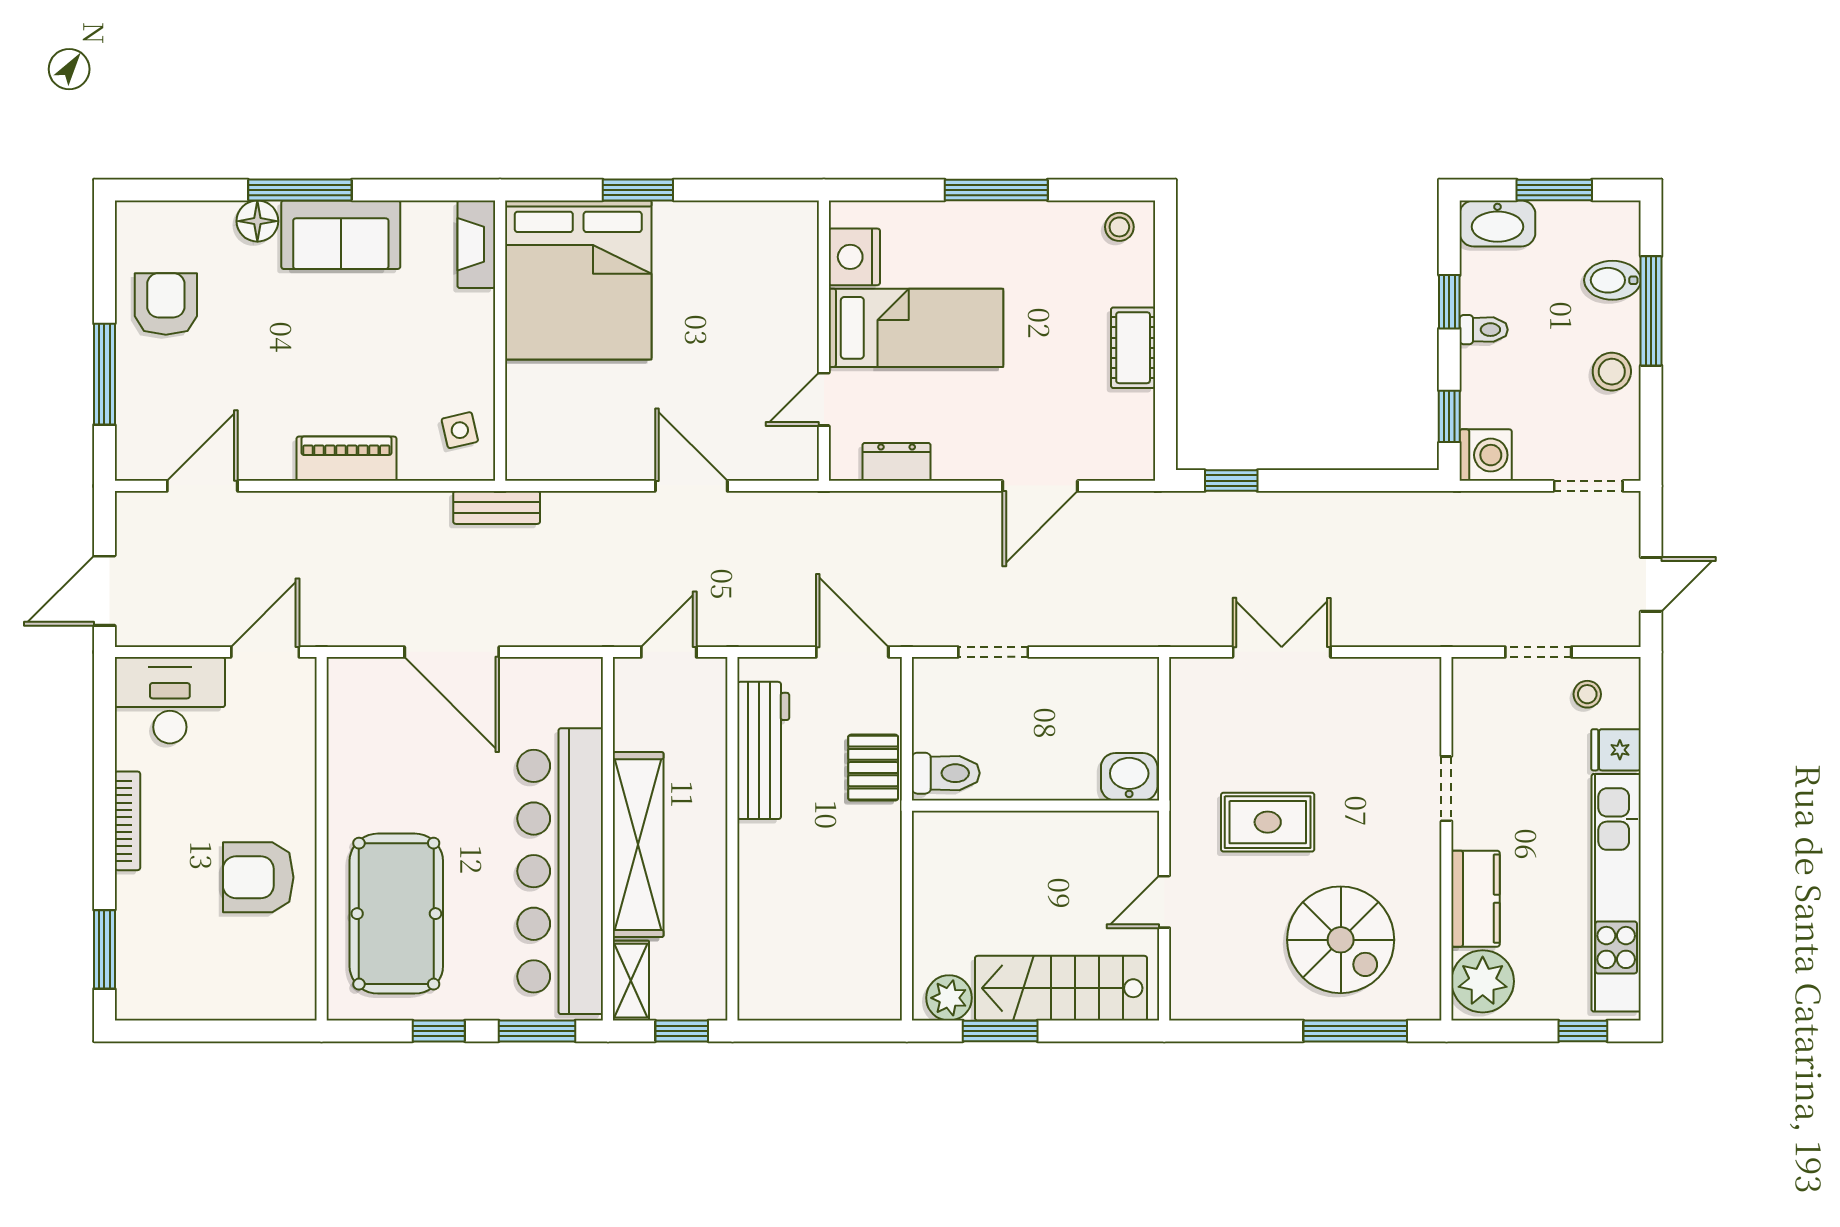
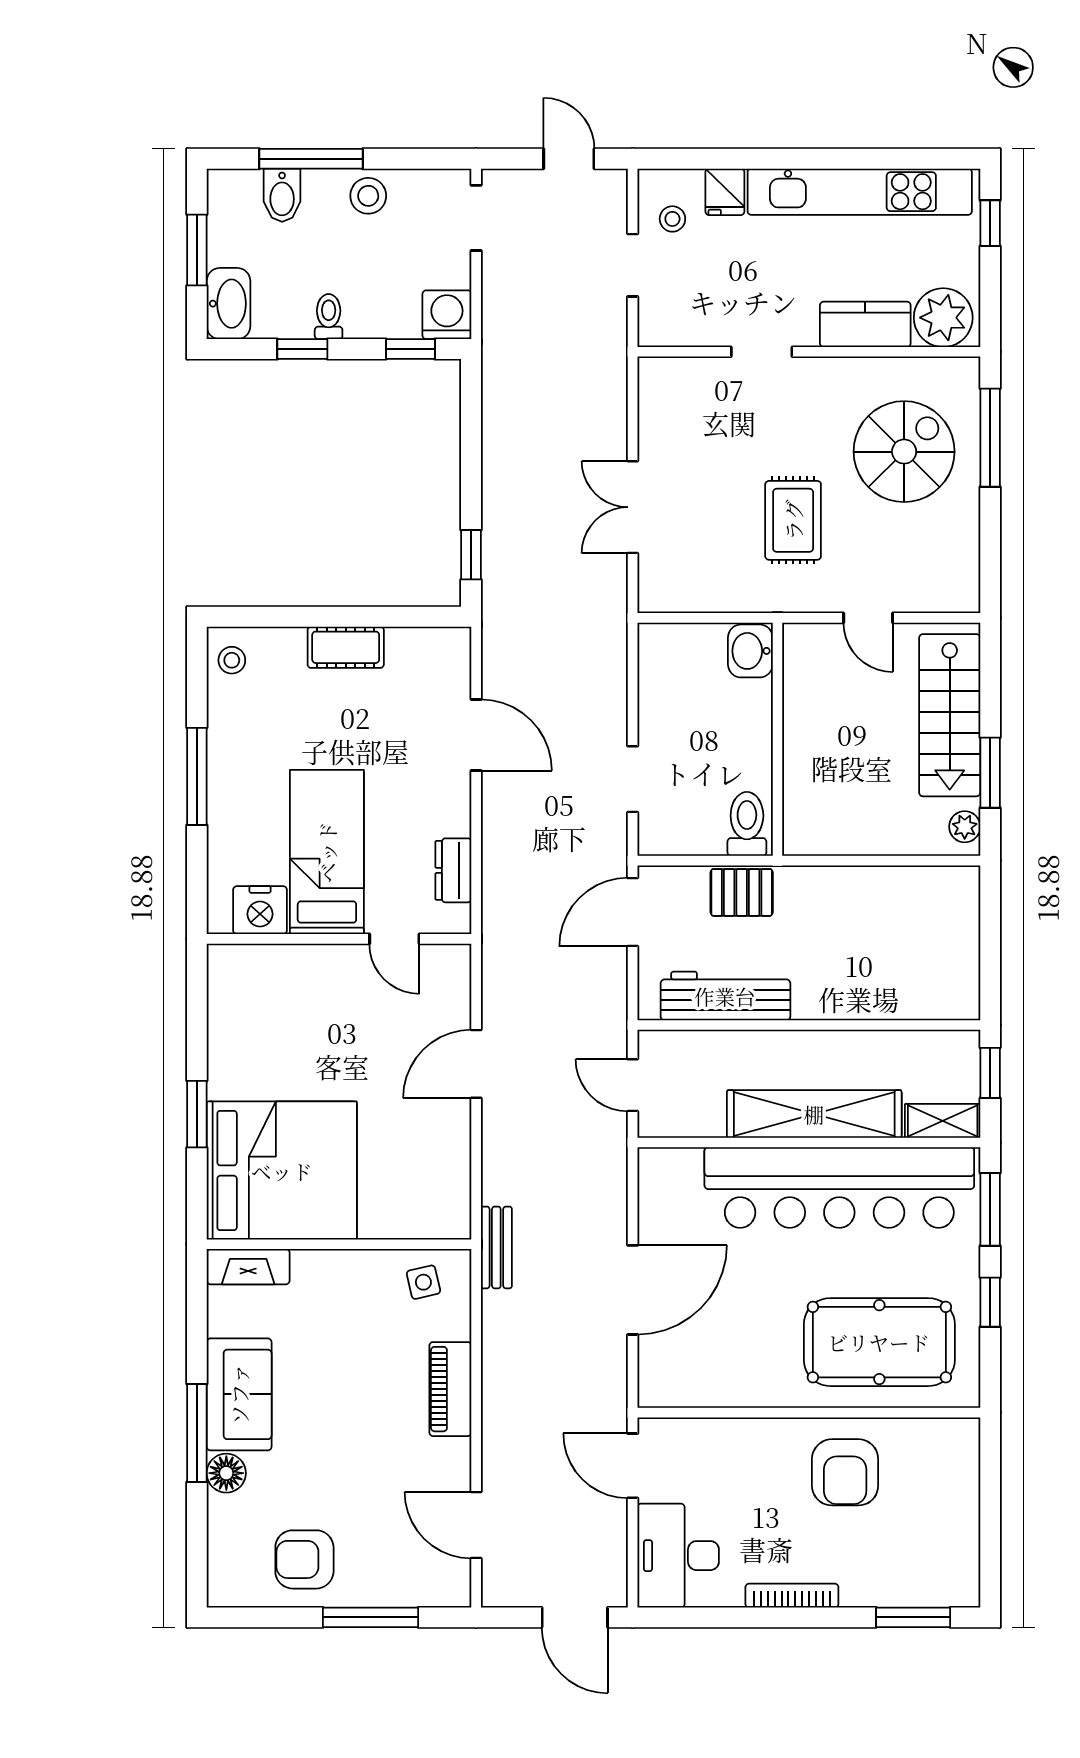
plant: (949, 998) -> (965, 827), width x0.73, depth x0.73

